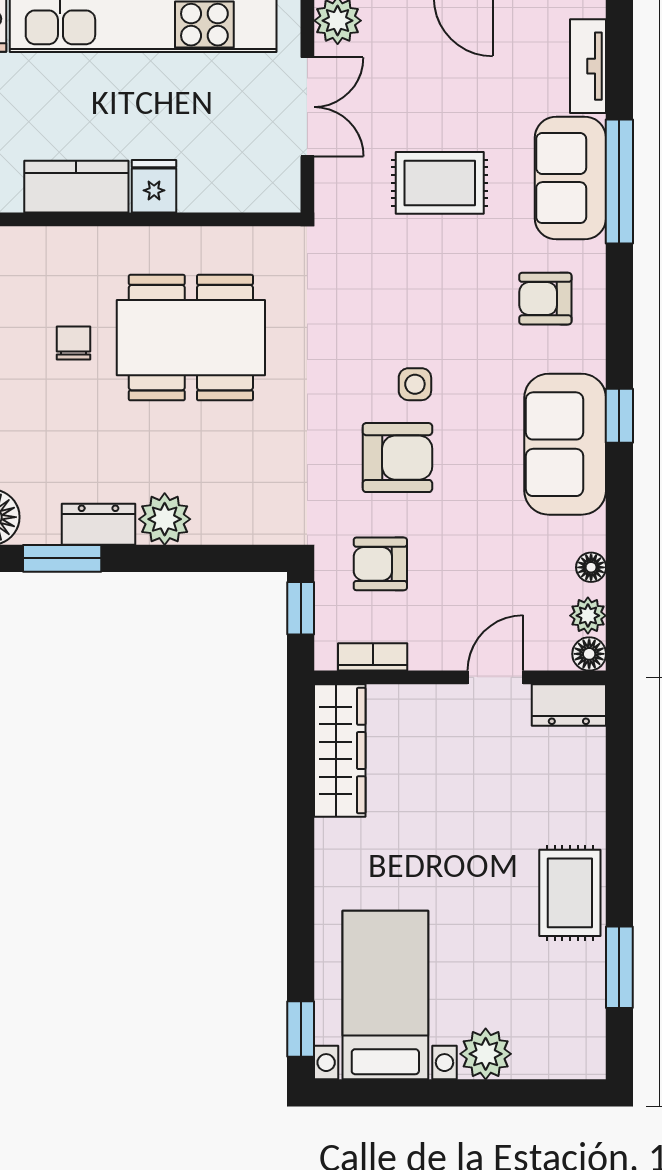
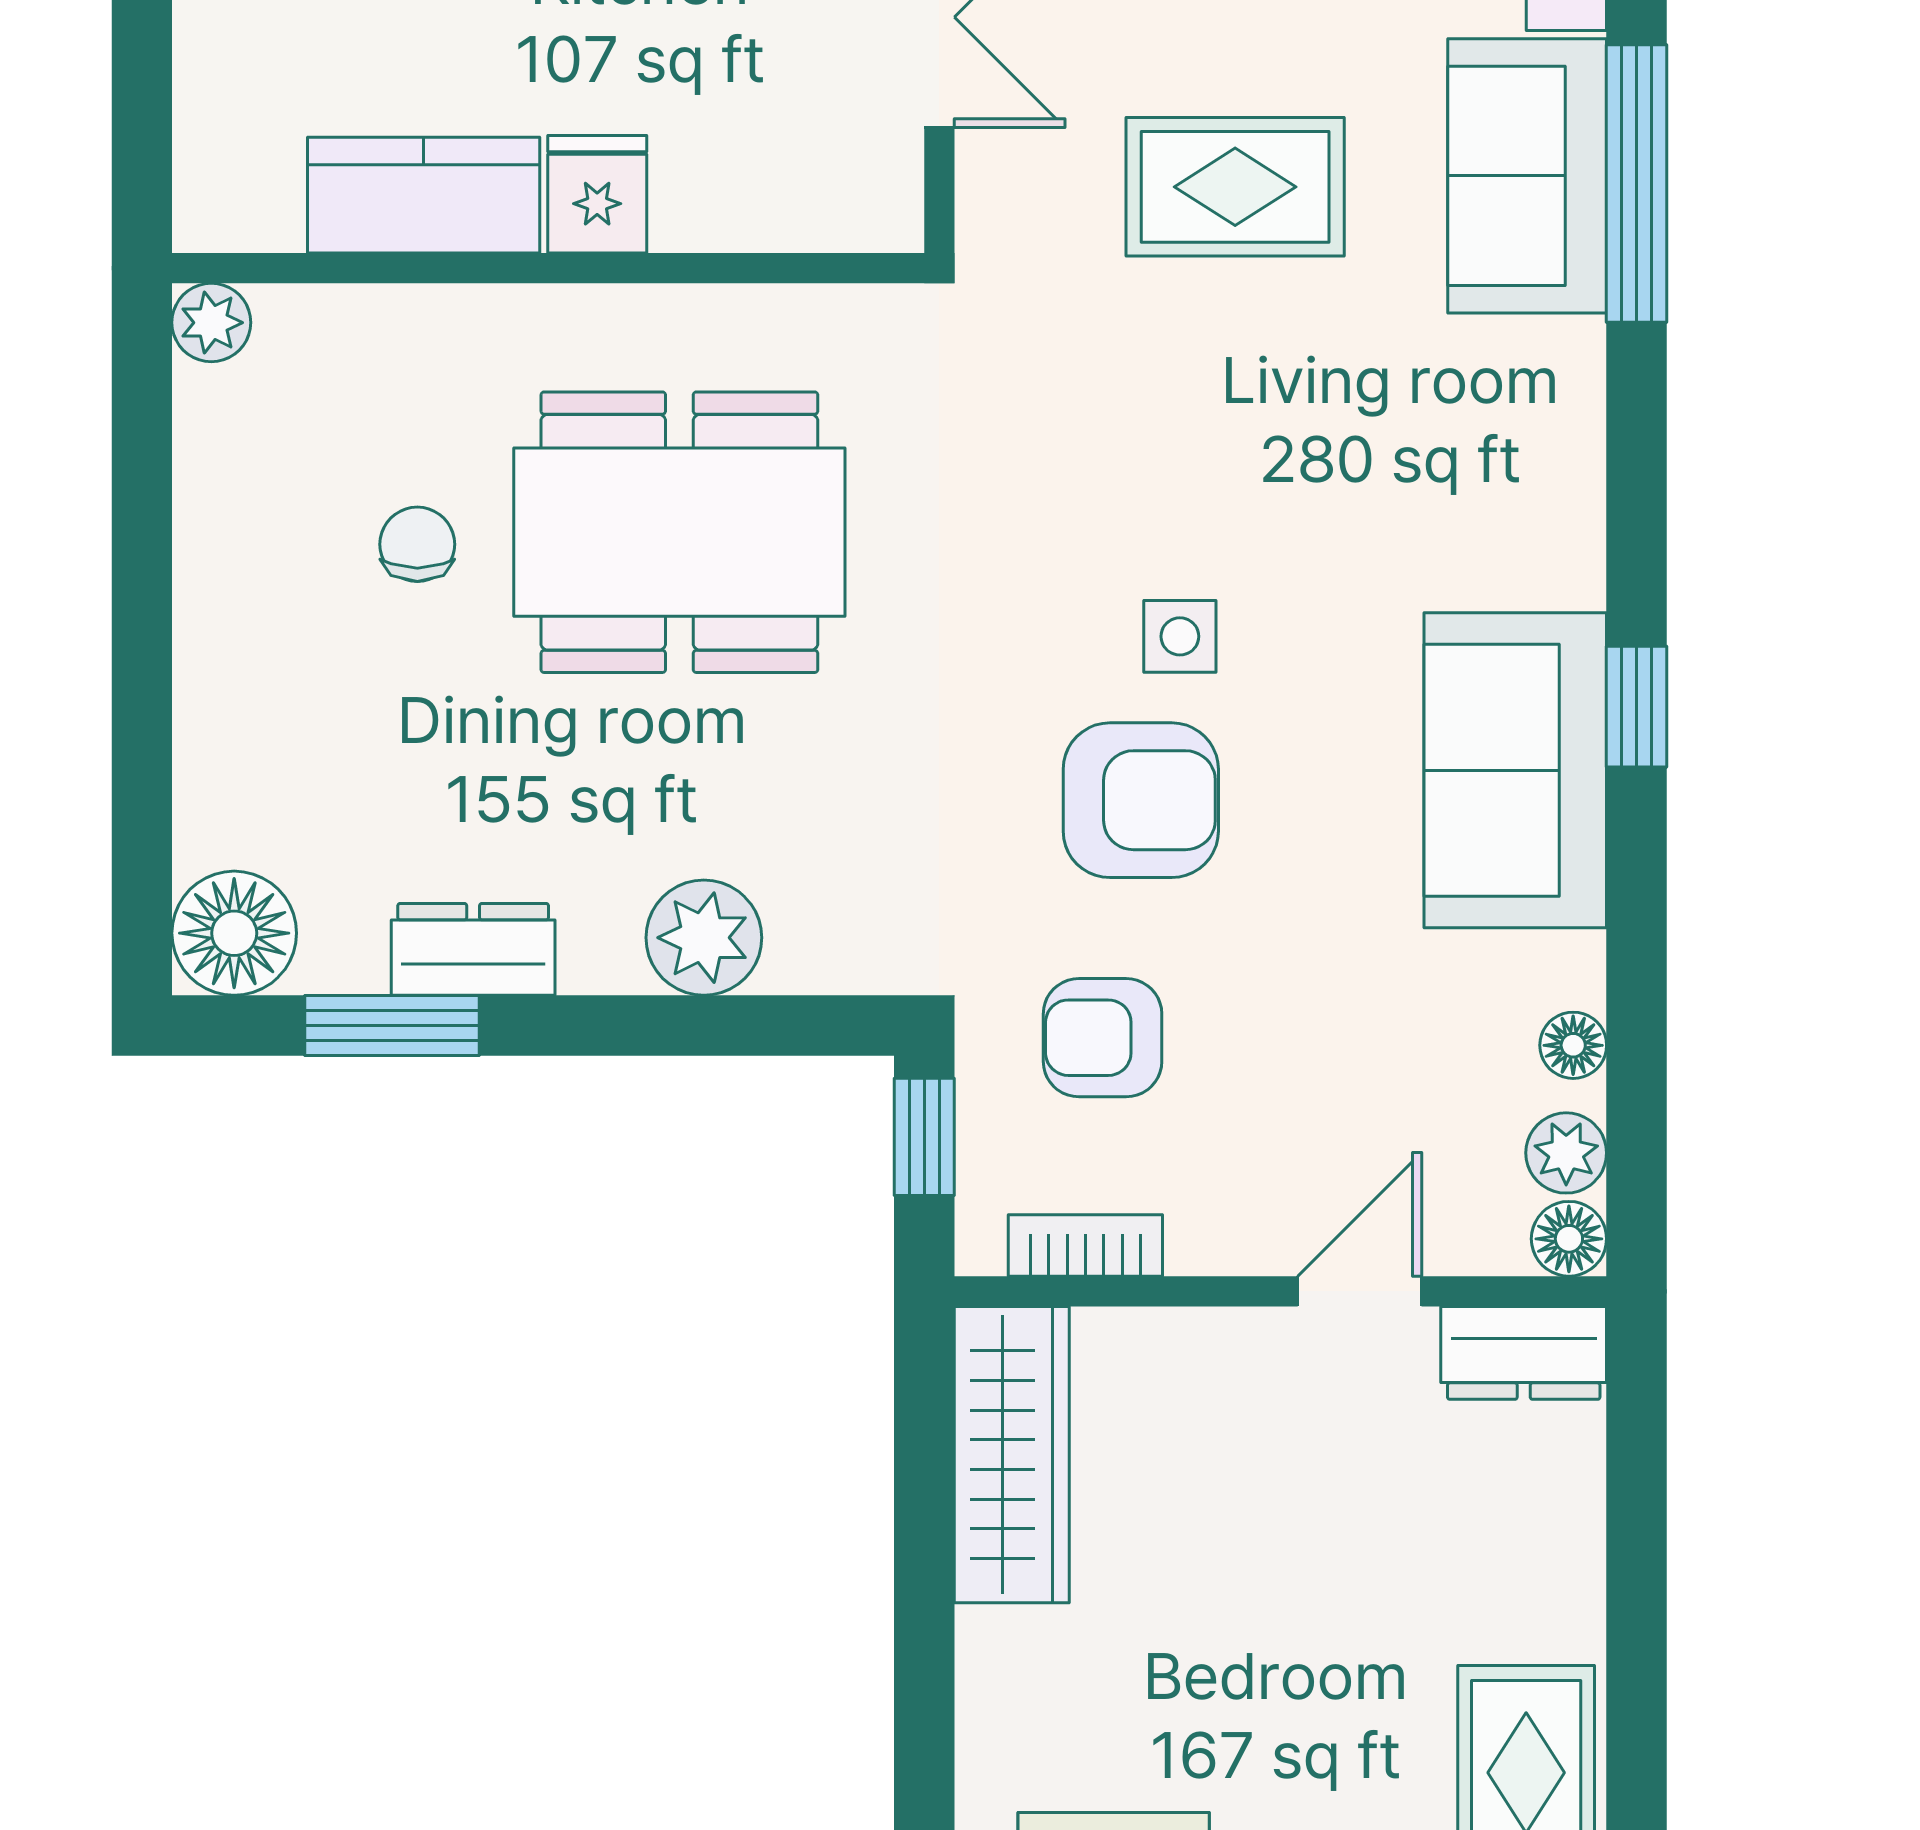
armchair: (545, 299) -> (1471, 445), removed
plant: (165, 519) -> (704, 938), moved

